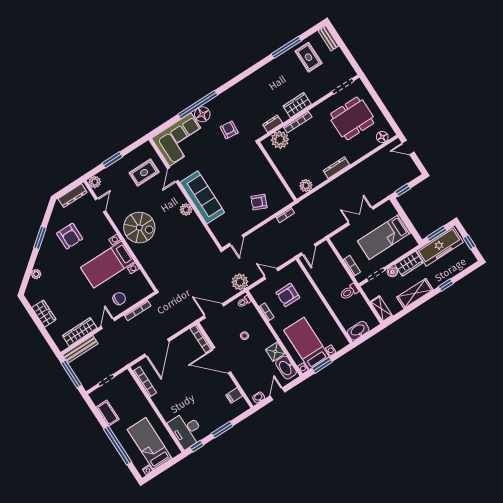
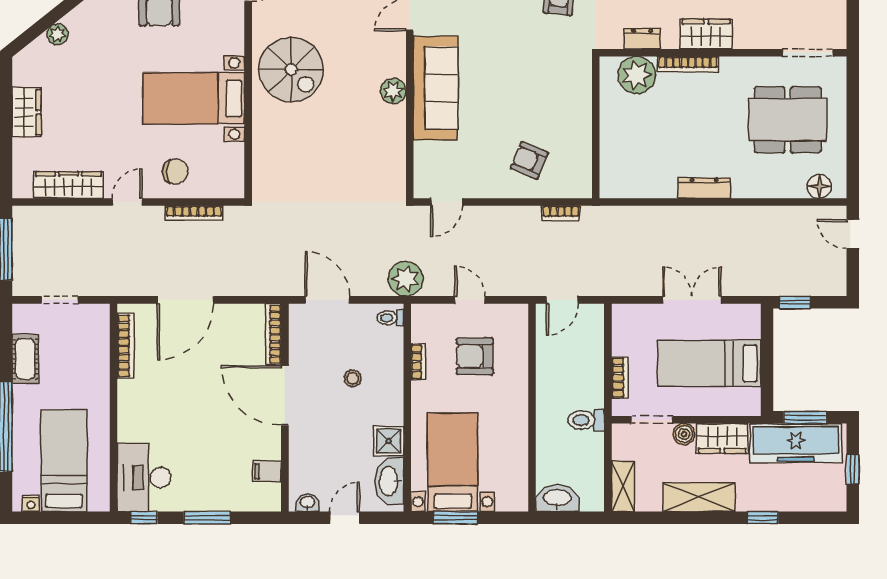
plant: (306, 186) -> (631, 185), removed
bench: (80, 349) -> (50, 216), removed

